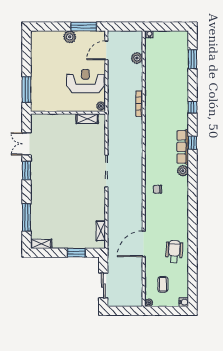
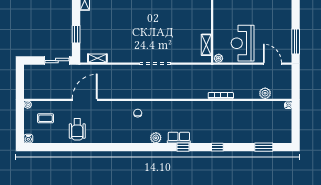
plant: (70, 37) -> (286, 28), removed
reception desk: (85, 81) -> (243, 43), turned 180
row of seats: (183, 147) -> (179, 138), width x0.68
door: (144, 244) -> (85, 100), hinge flipped
wheelchair: (174, 252) -> (77, 129), turned 87
sliding door: (103, 286) -> (57, 61), moved

